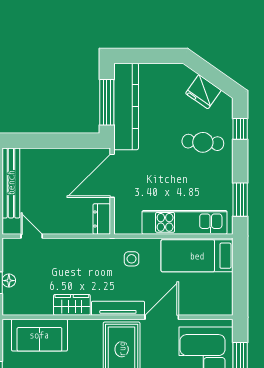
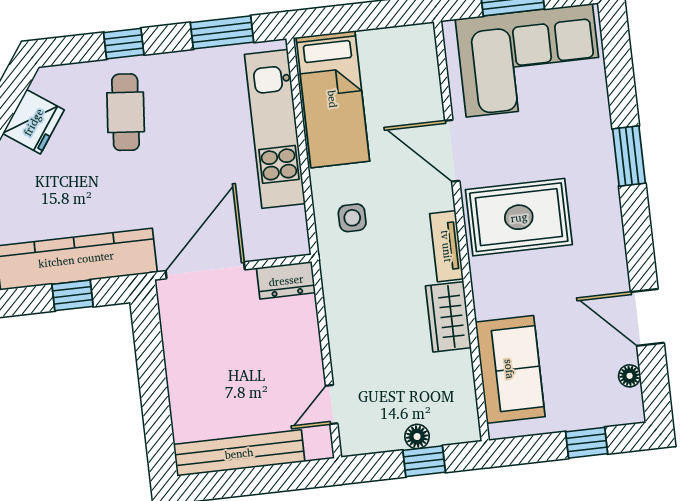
window: (107, 102) -> (73, 295), width x0.46
window: (240, 129) -> (124, 44), moved
door: (112, 176) -> (205, 270), swing flipped
tv unit: (118, 308) -> (447, 246), width x0.71

